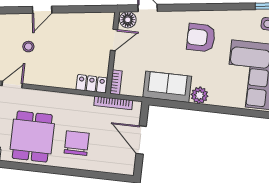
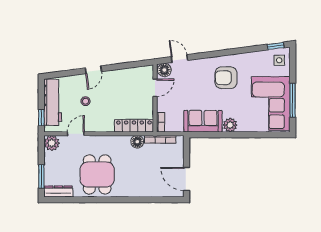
locker: (92, 84) -> (134, 126), width x1.53
floor lamp: (85, 103) -> (137, 142), added
door: (141, 140) -> (187, 179), moved
chair: (77, 143) -> (134, 176), removed

